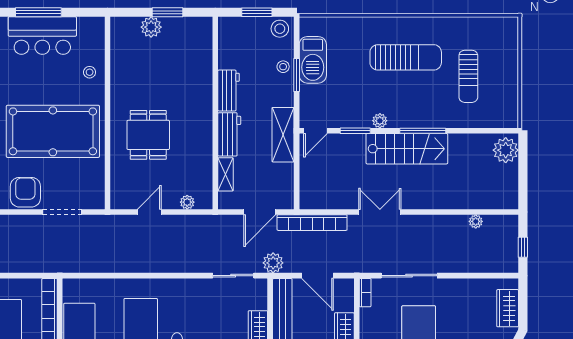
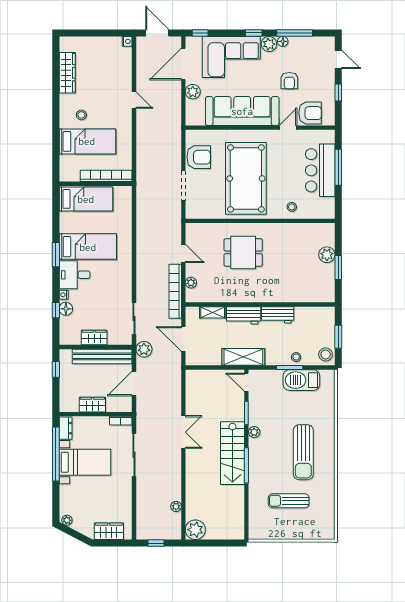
plant: (506, 150) -> (195, 530), moved
bookcase: (312, 223) -> (175, 291), moved

